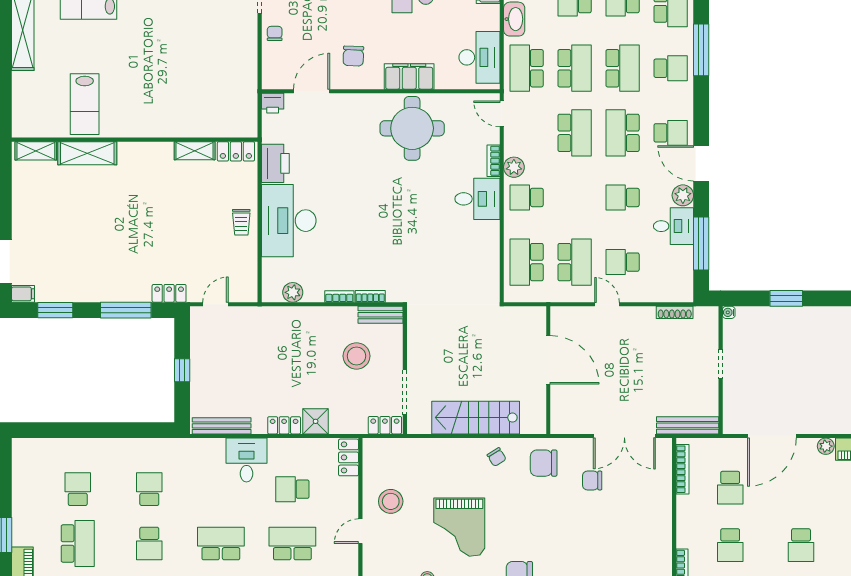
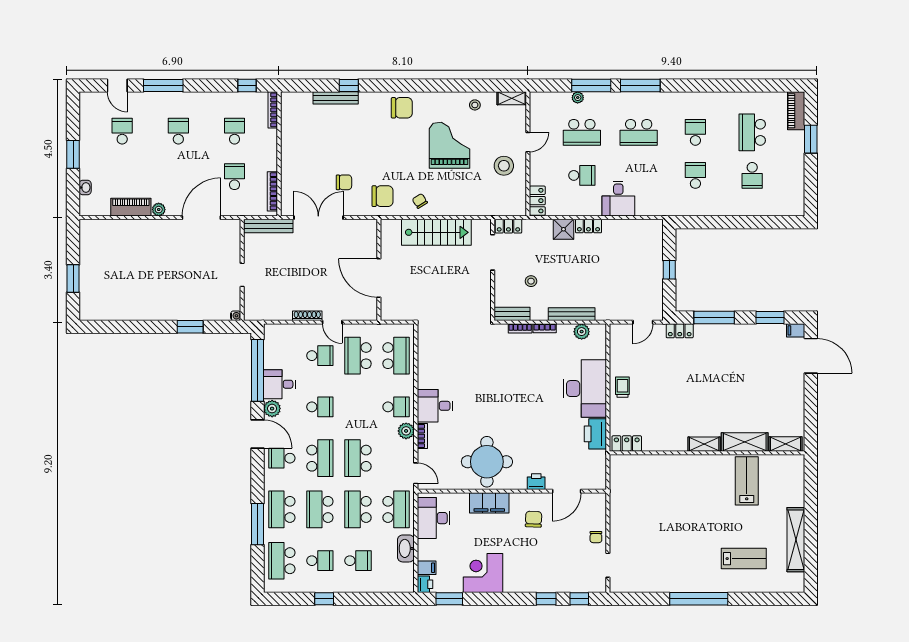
school desk: (671, 68) -> (282, 509), width x1.85
printer: (273, 103) -> (536, 482), moved
shelving: (195, 151) -> (704, 444), moved
window: (701, 244) -> (257, 370), width x1.46
shoe rack: (675, 312) -> (307, 316), moved
stool: (357, 356) -> (531, 281), width x0.53, depth x0.53
bench: (222, 426) -> (572, 314), moved
school desk: (149, 489) -> (695, 175), turned 180

